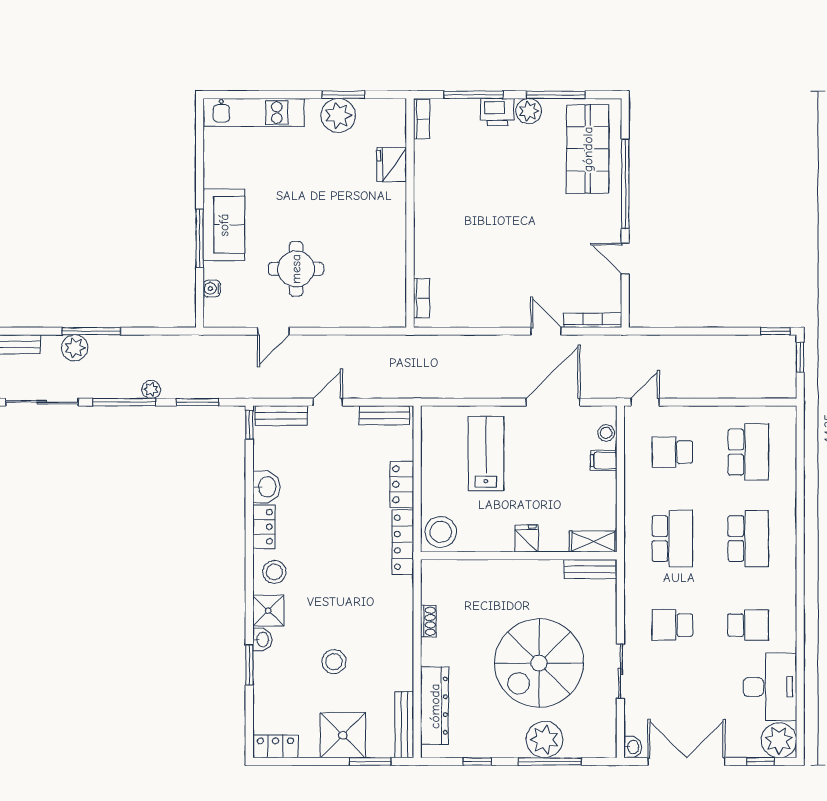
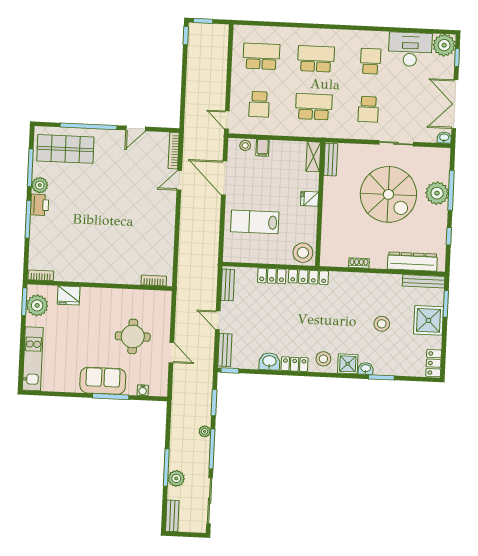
bookcase: (422, 119) -> (41, 275), moved
fridge: (392, 165) -> (69, 295), moved
wall: (410, 213) -> (100, 285), moved
bookcase: (421, 298) -> (154, 280), moved

